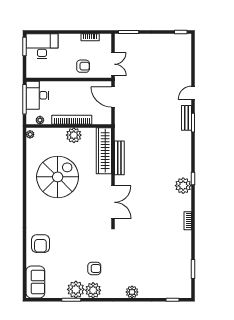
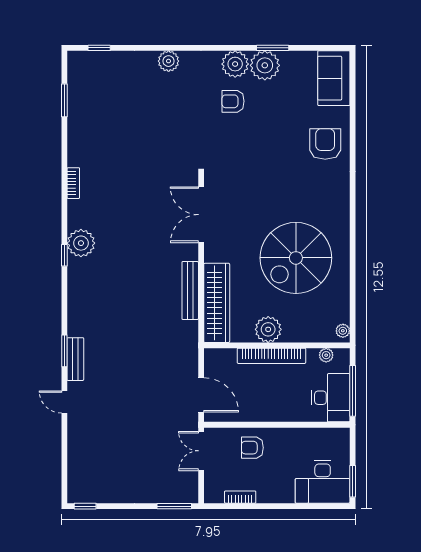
door: (193, 93) -> (64, 402), swing flipped

